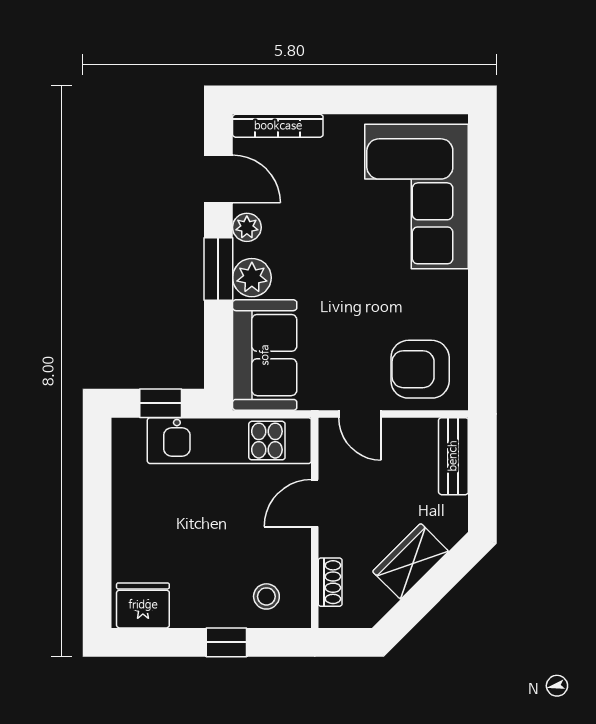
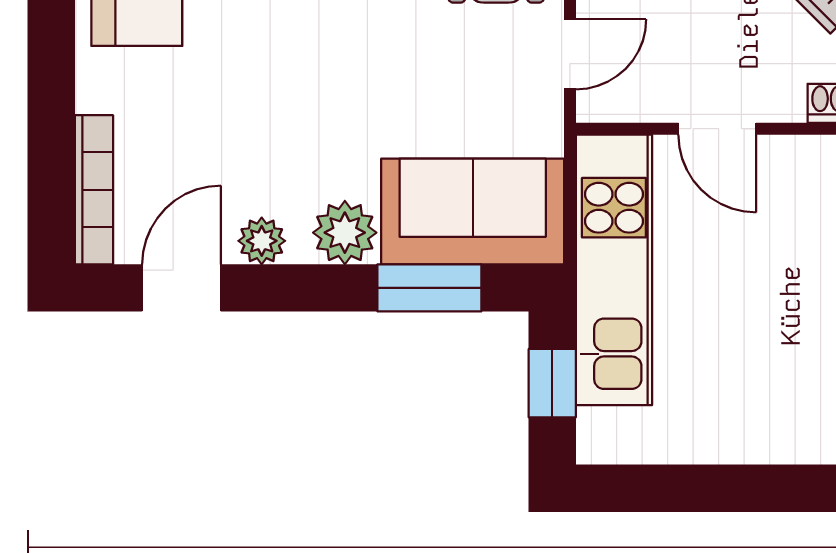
window: (218, 269) -> (429, 288), moved

